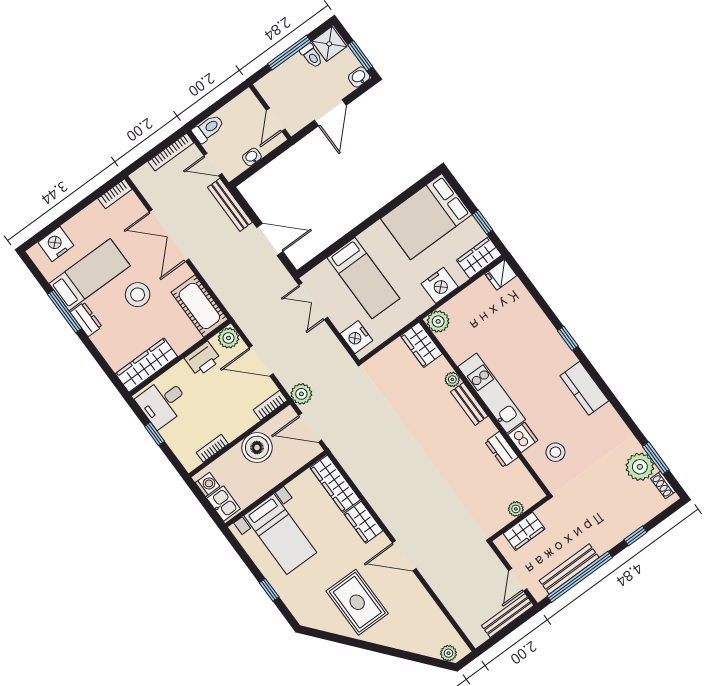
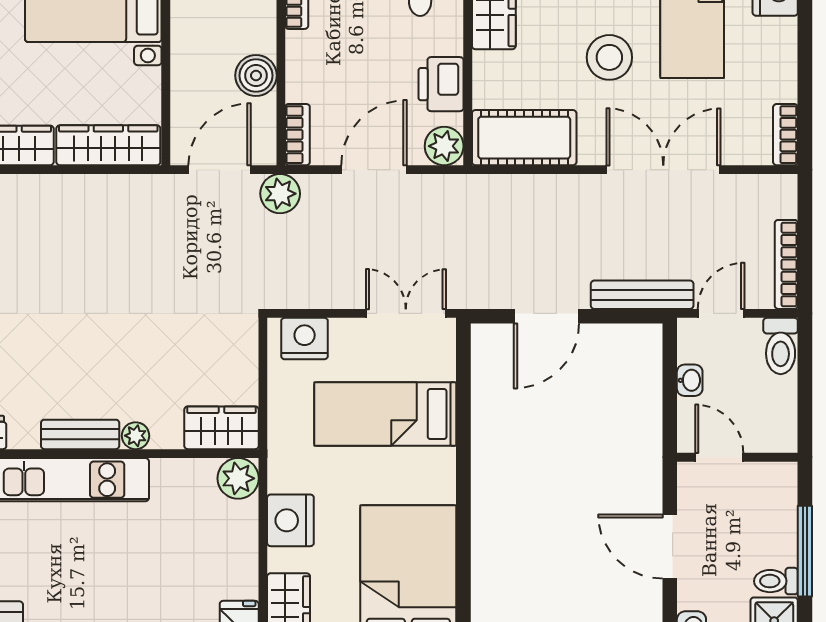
boiler: (257, 448) -> (256, 76), width x0.73, depth x0.73

